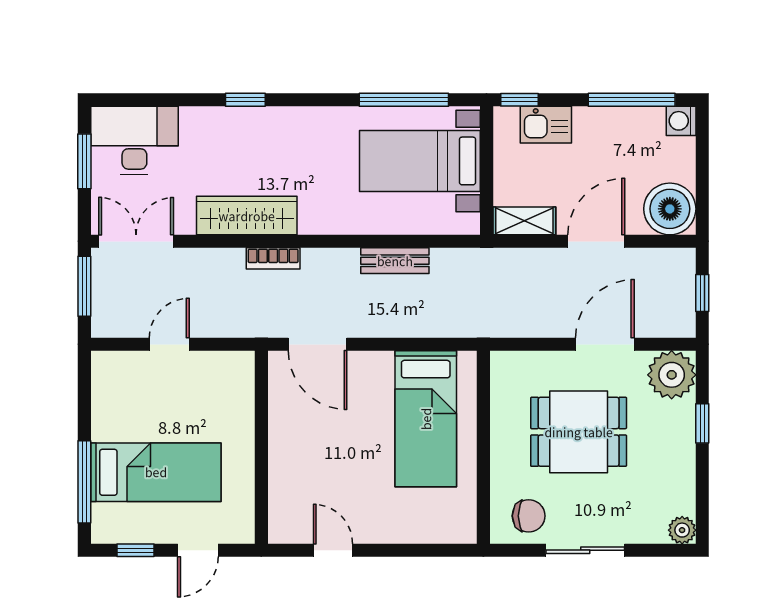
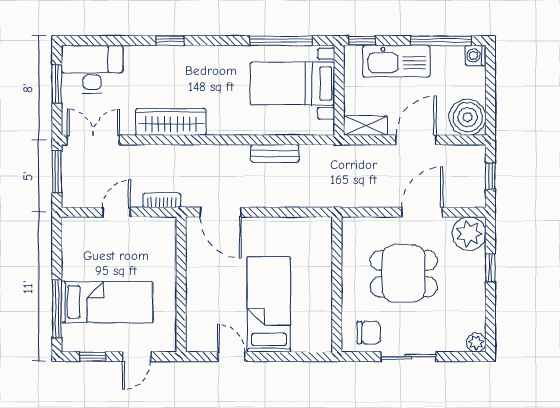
kitchen sink: (546, 125) -> (396, 61), width x1.87, depth x1.24
bookcase: (273, 258) -> (162, 200), moved, turned 180
bed: (426, 419) -> (269, 304), moved, turned 180

